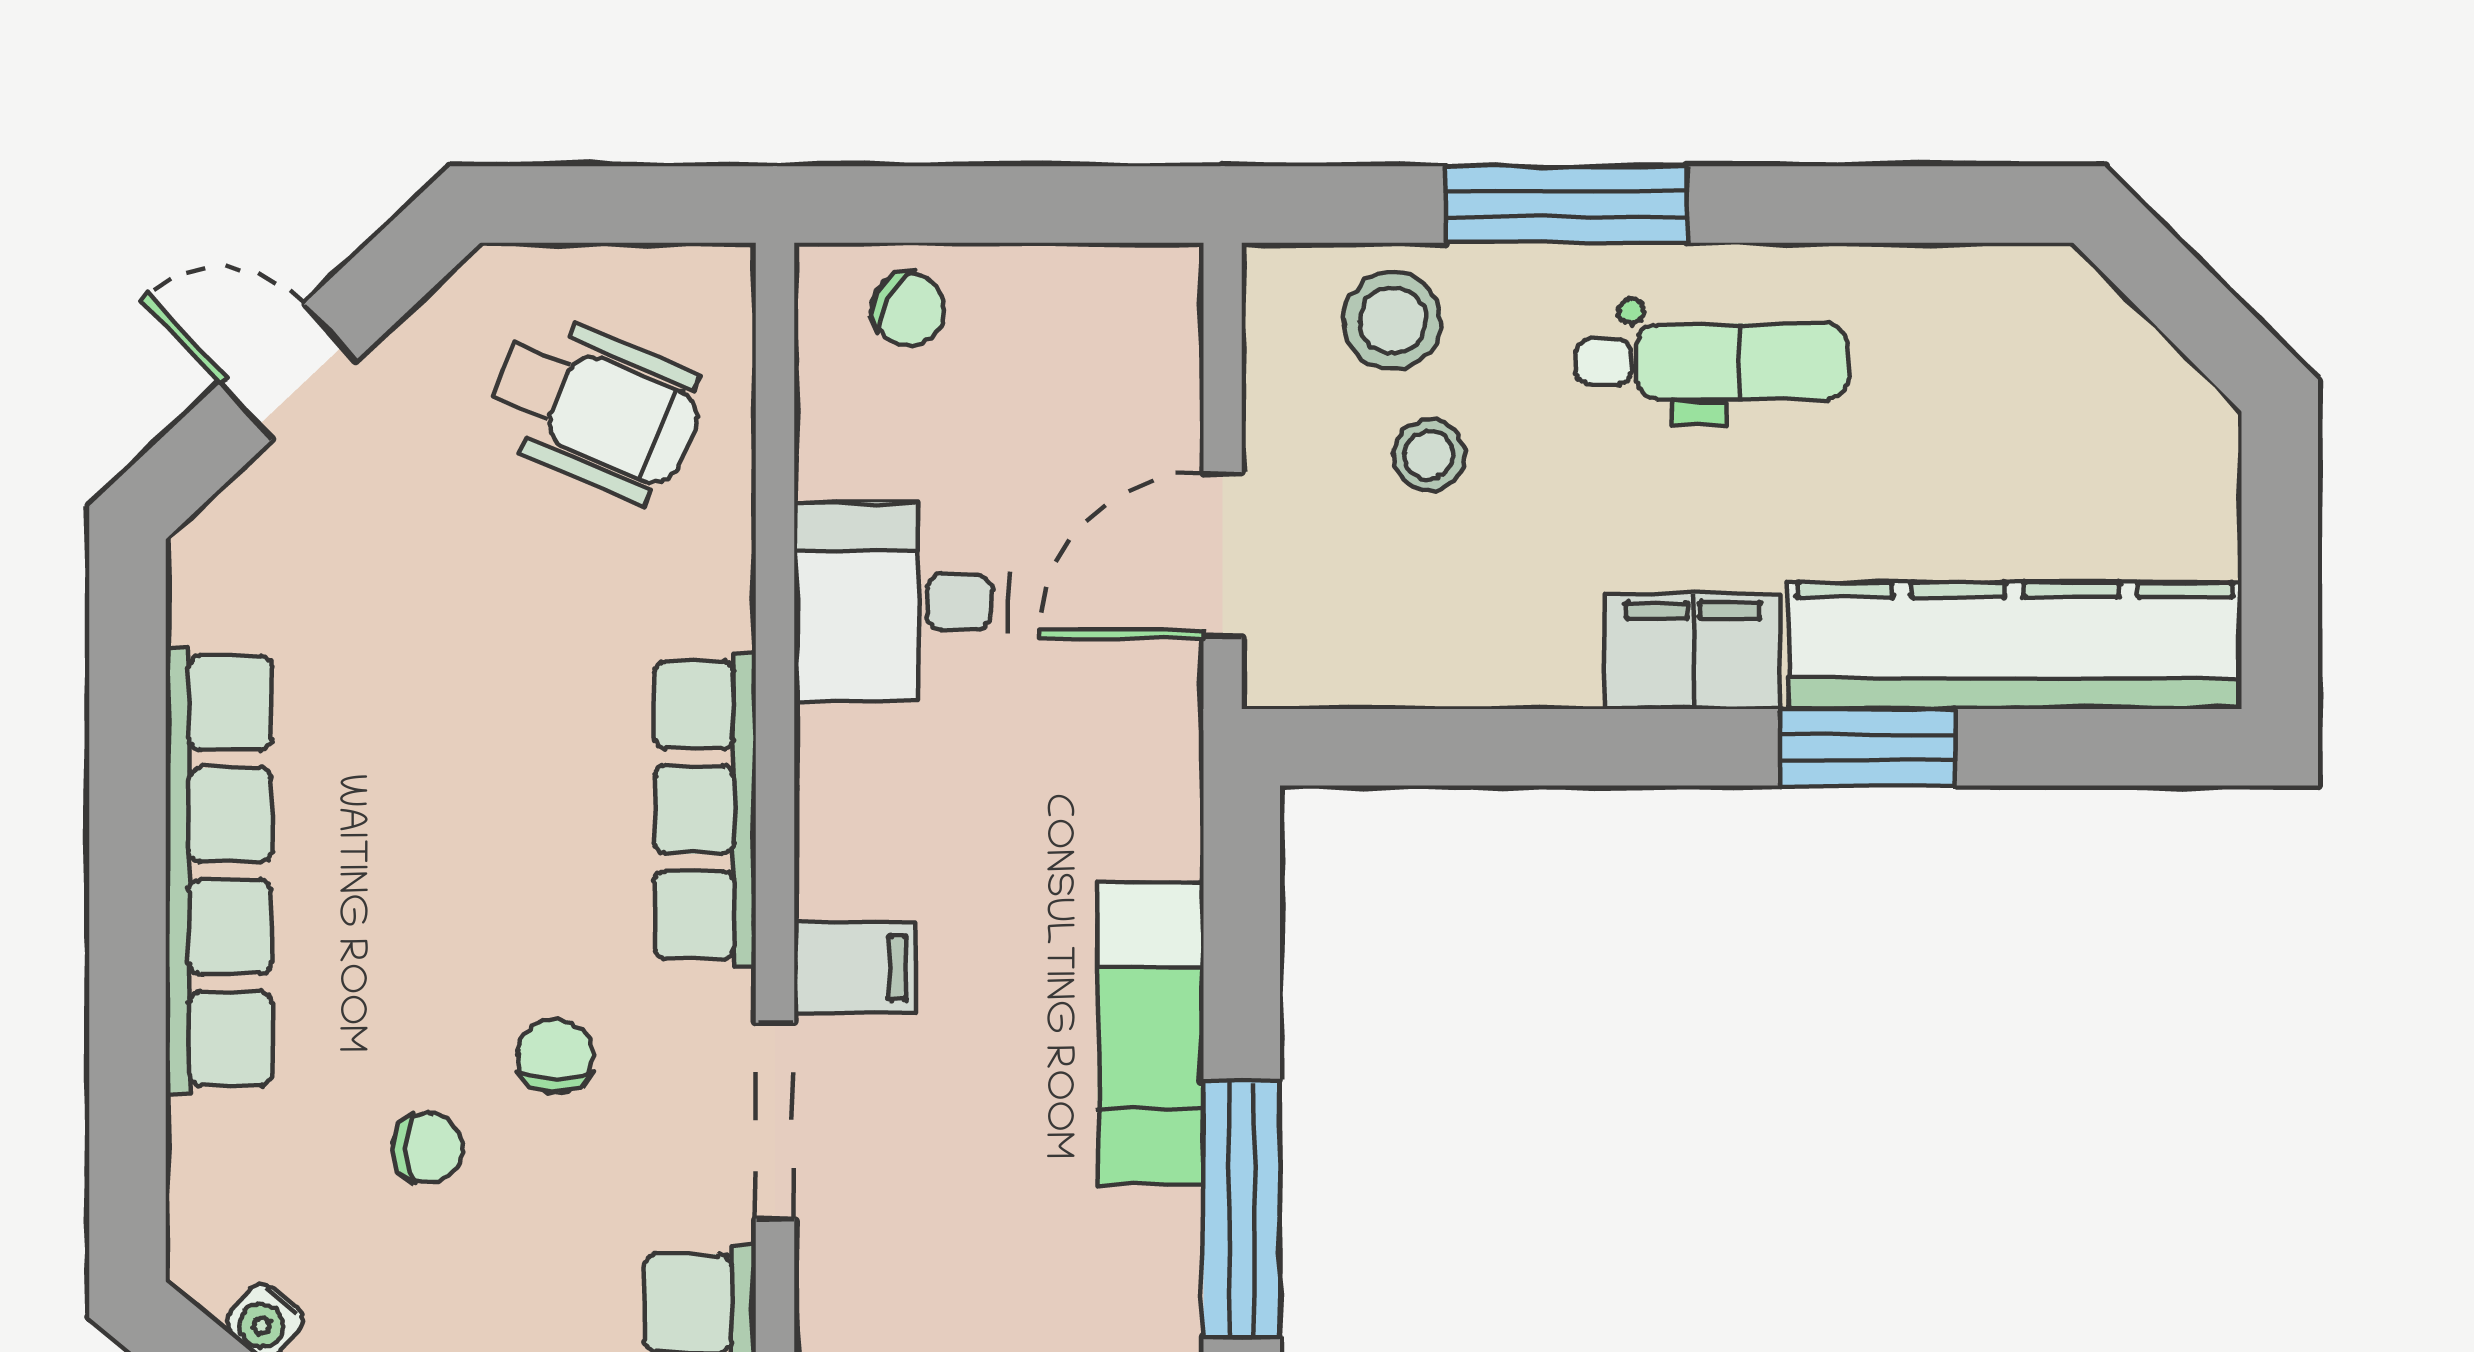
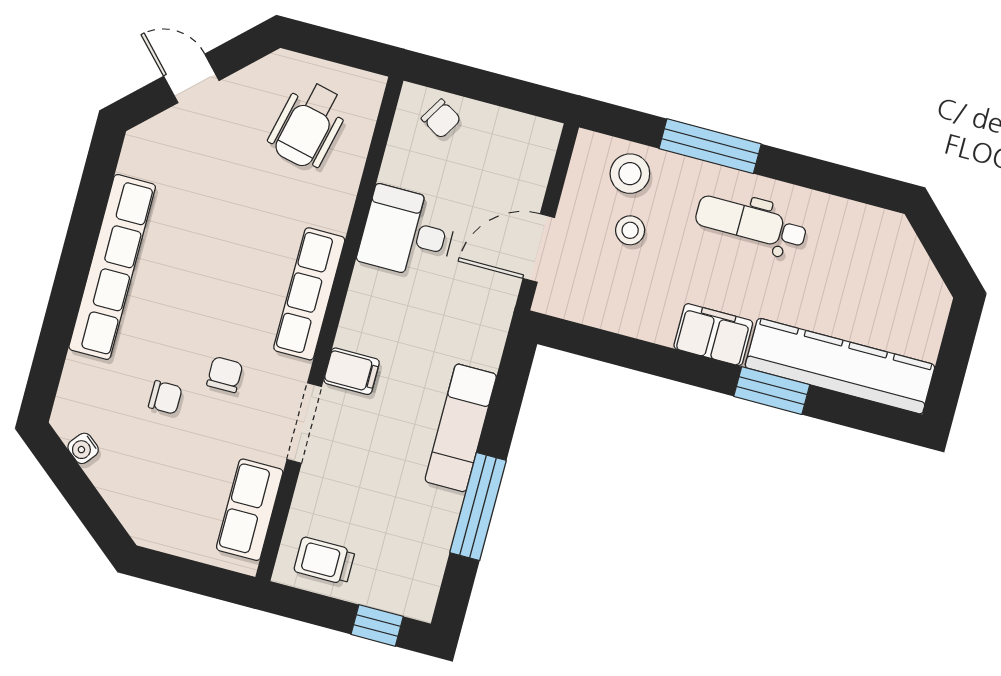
dental chair: (1712, 362) -> (751, 223), turned 180
wheelchair: (596, 408) -> (308, 125), turned 80

